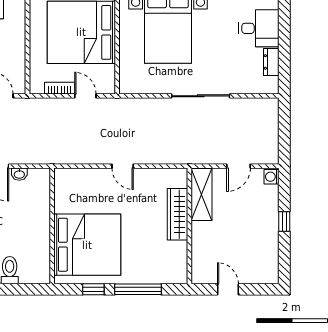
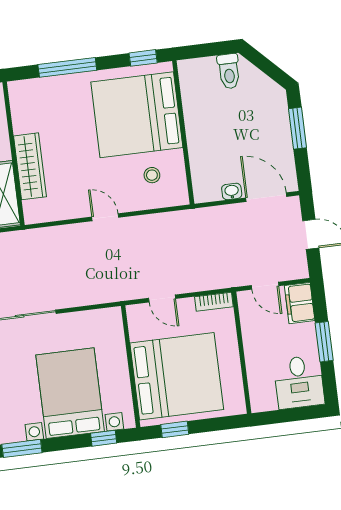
bookcase: (59, 88) -> (214, 302), moved
stool: (81, 195) -> (152, 175), added
window: (93, 289) -> (143, 58), moved

